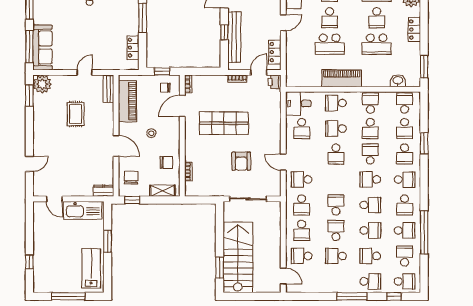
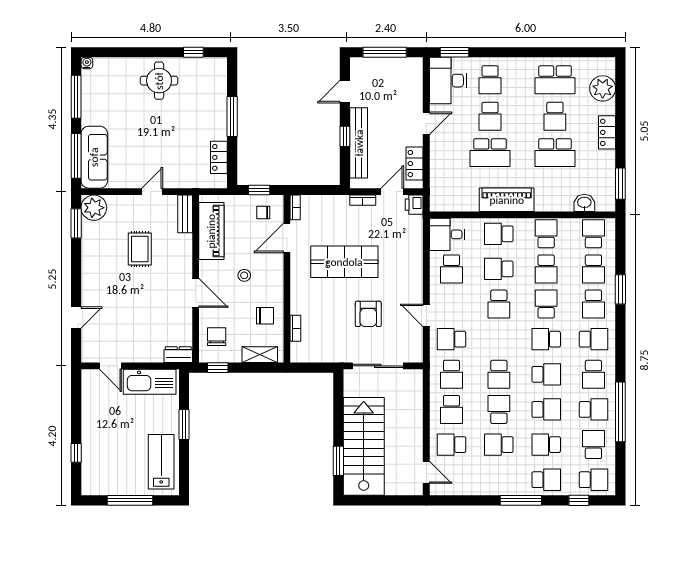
school desk: (336, 205) -> (499, 374), turned 180

